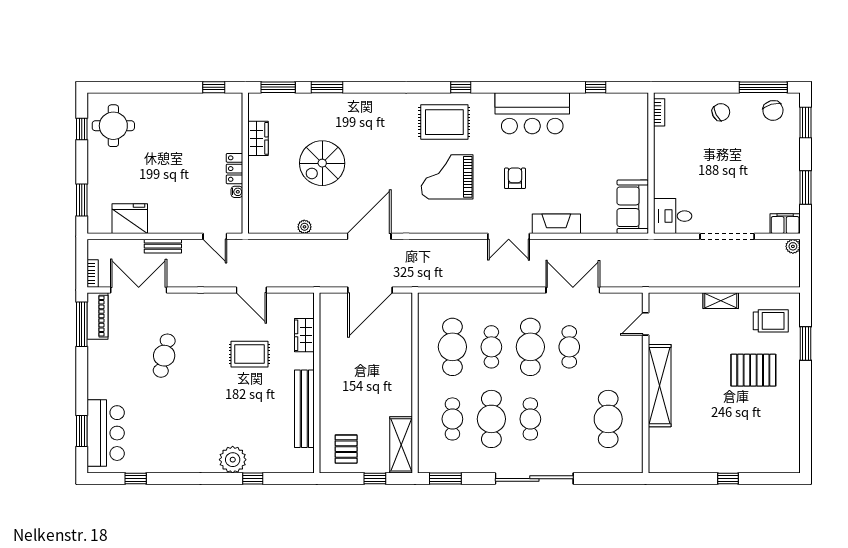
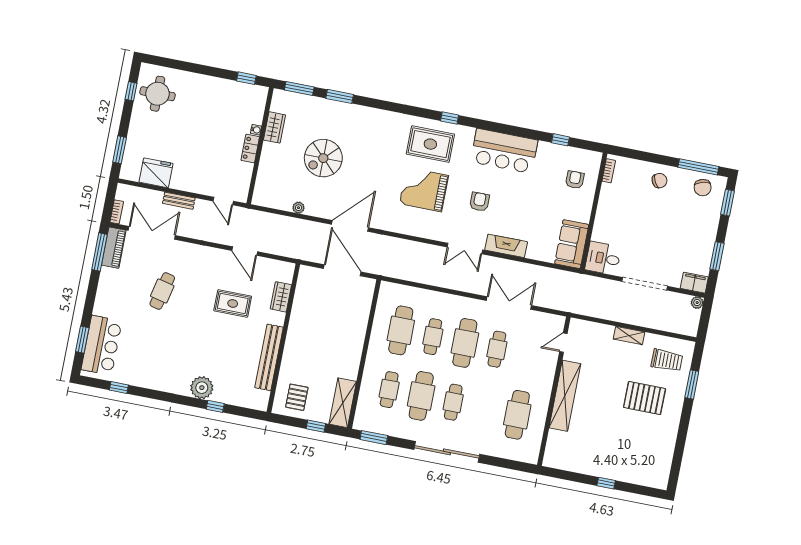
armchair: (622, 131) -> (575, 180), added
water cooler: (237, 192) -> (256, 130), moved
door: (370, 290) -> (342, 270), swing flipped

